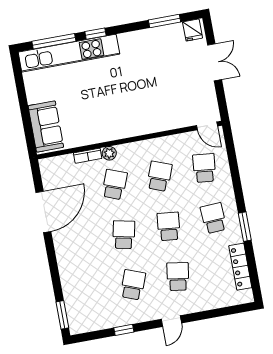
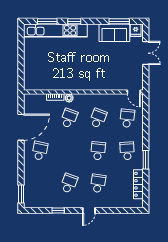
window: (54, 41) -> (47, 21), width x0.69
sofa: (46, 126) -> (114, 33), moved, turned 90
school desk: (124, 235) -> (40, 151), moved

